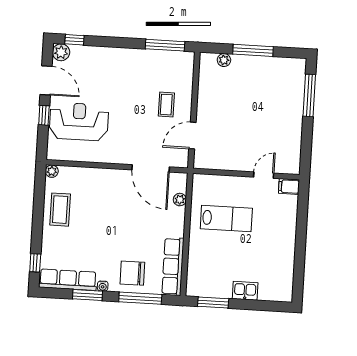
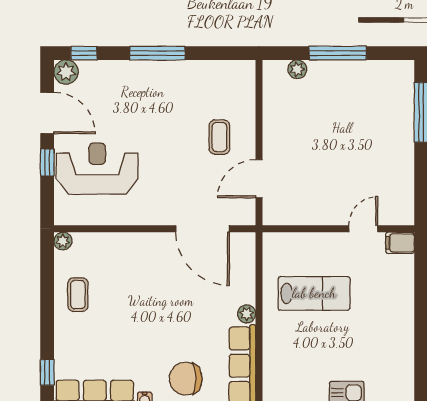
window: (165, 45) -> (157, 53), moved
plant: (180, 200) -> (247, 314), moved
coffee table: (60, 210) -> (78, 295), width x0.73, depth x0.77

